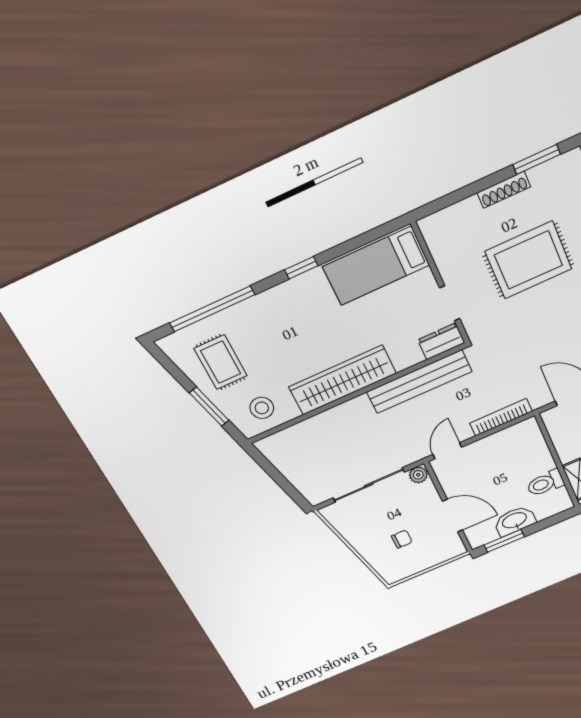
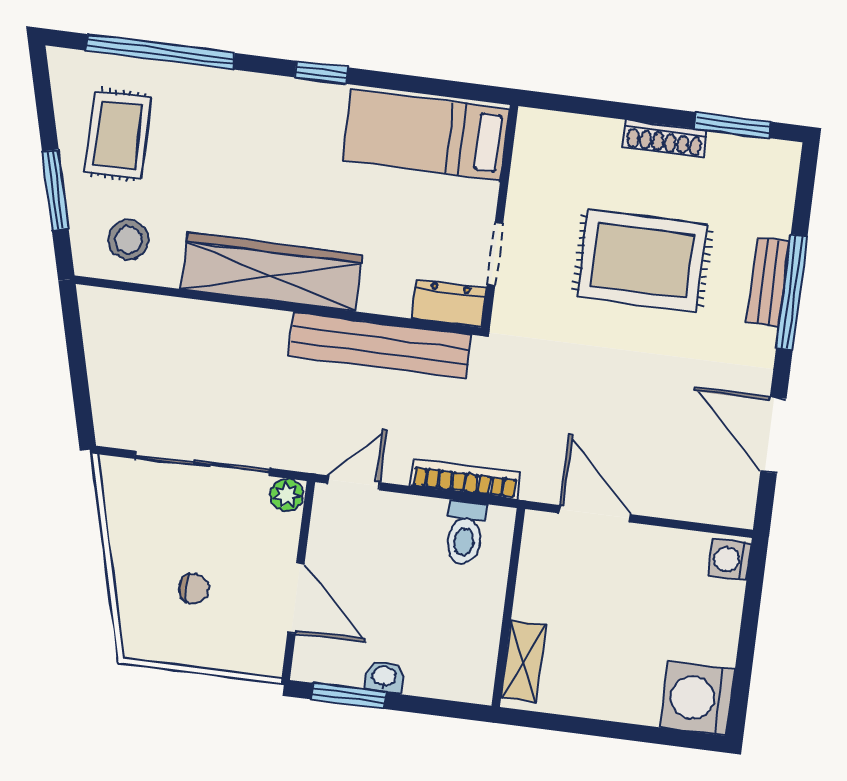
toilet: (545, 483) -> (465, 533), moved, turned -90
washbasin: (515, 521) -> (384, 677), width x0.52, depth x0.69

